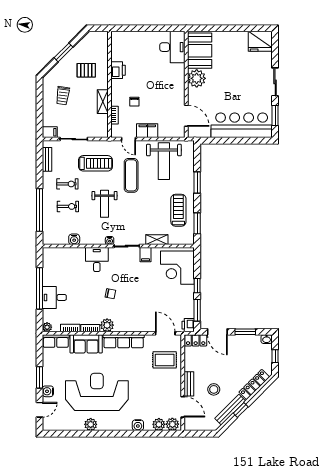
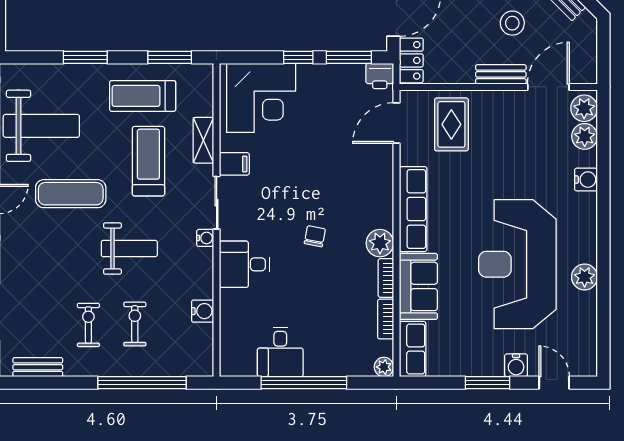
treadmill: (95, 163) -> (148, 161), moved
desk: (54, 297) -> (280, 352), moved

